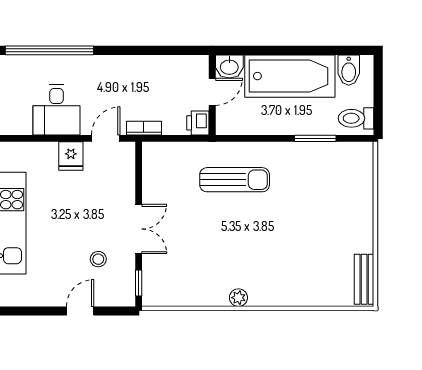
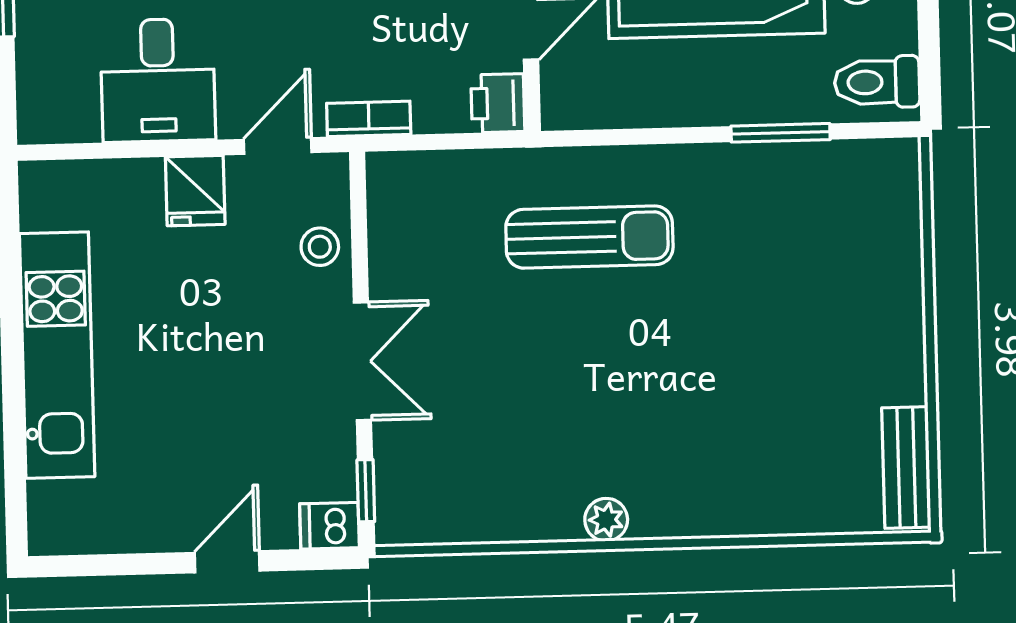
stool: (98, 259) -> (320, 247), moved
dishwasher: (123, 297) -> (329, 526), added

